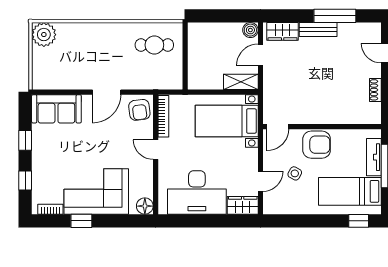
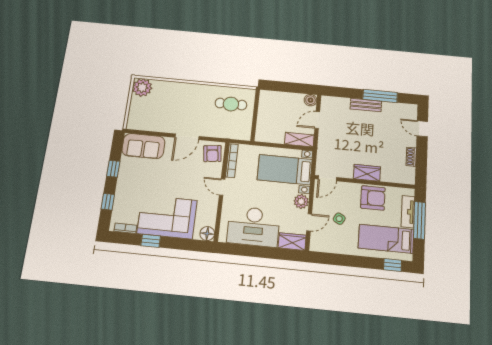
wardrobe: (283, 31) -> (367, 173), moved, turned 180
armchair: (317, 145) -> (373, 198), moved
plant: (249, 157) -> (301, 201), added

